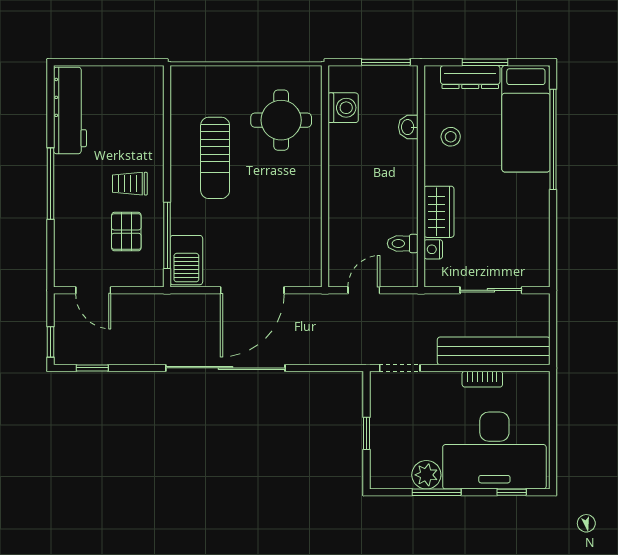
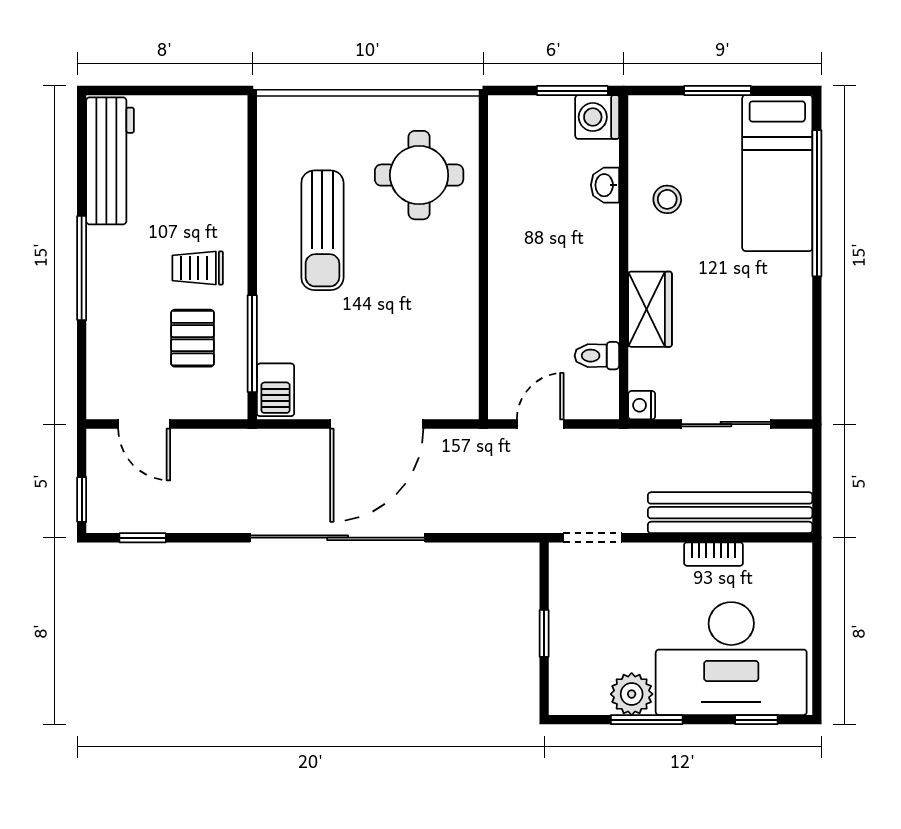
dresser: (470, 77) -> (696, 112), removed
washing machine: (343, 108) -> (597, 117), moved, turned 180
nightstand: (433, 249) -> (642, 405), moved
barbecue: (186, 260) -> (275, 390), width x0.73, depth x0.79

